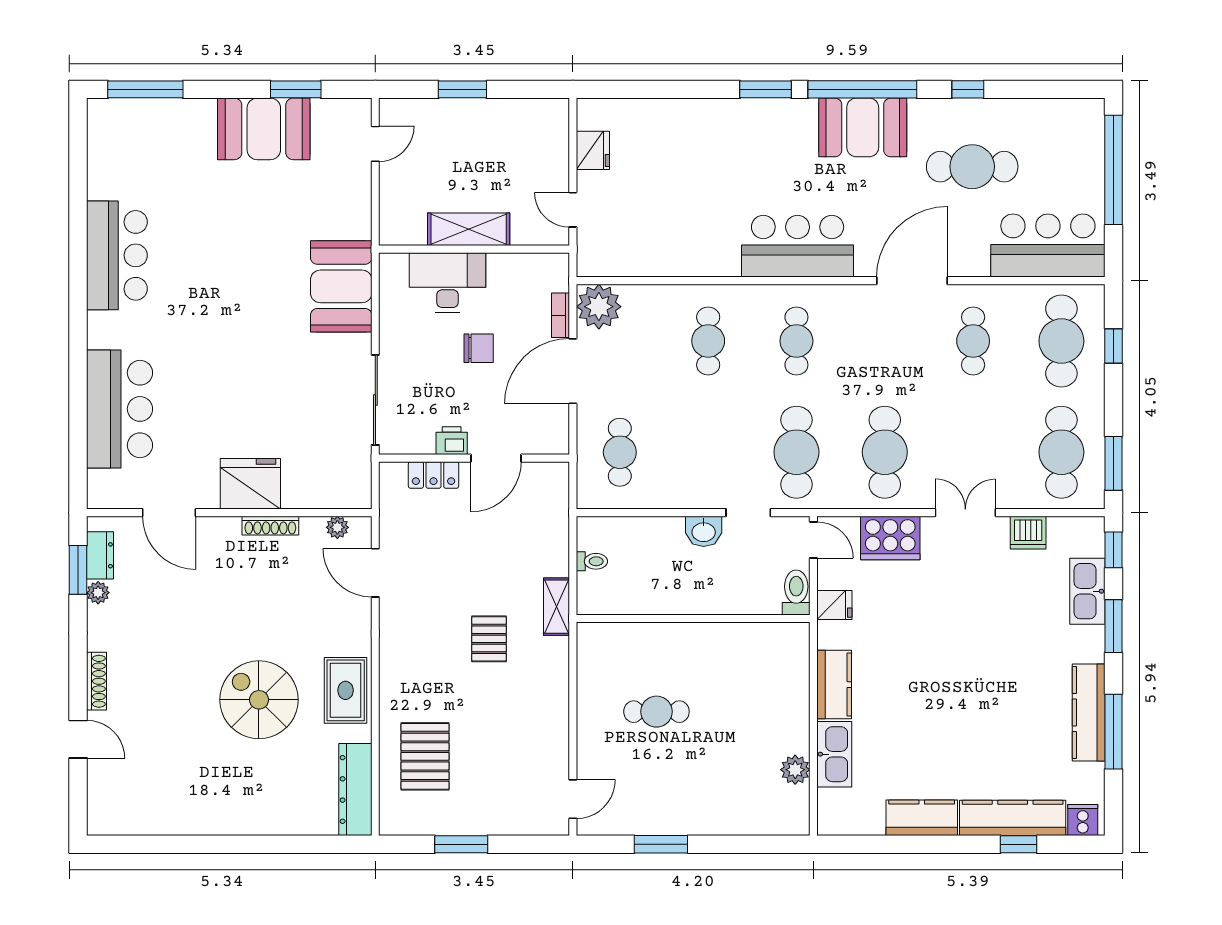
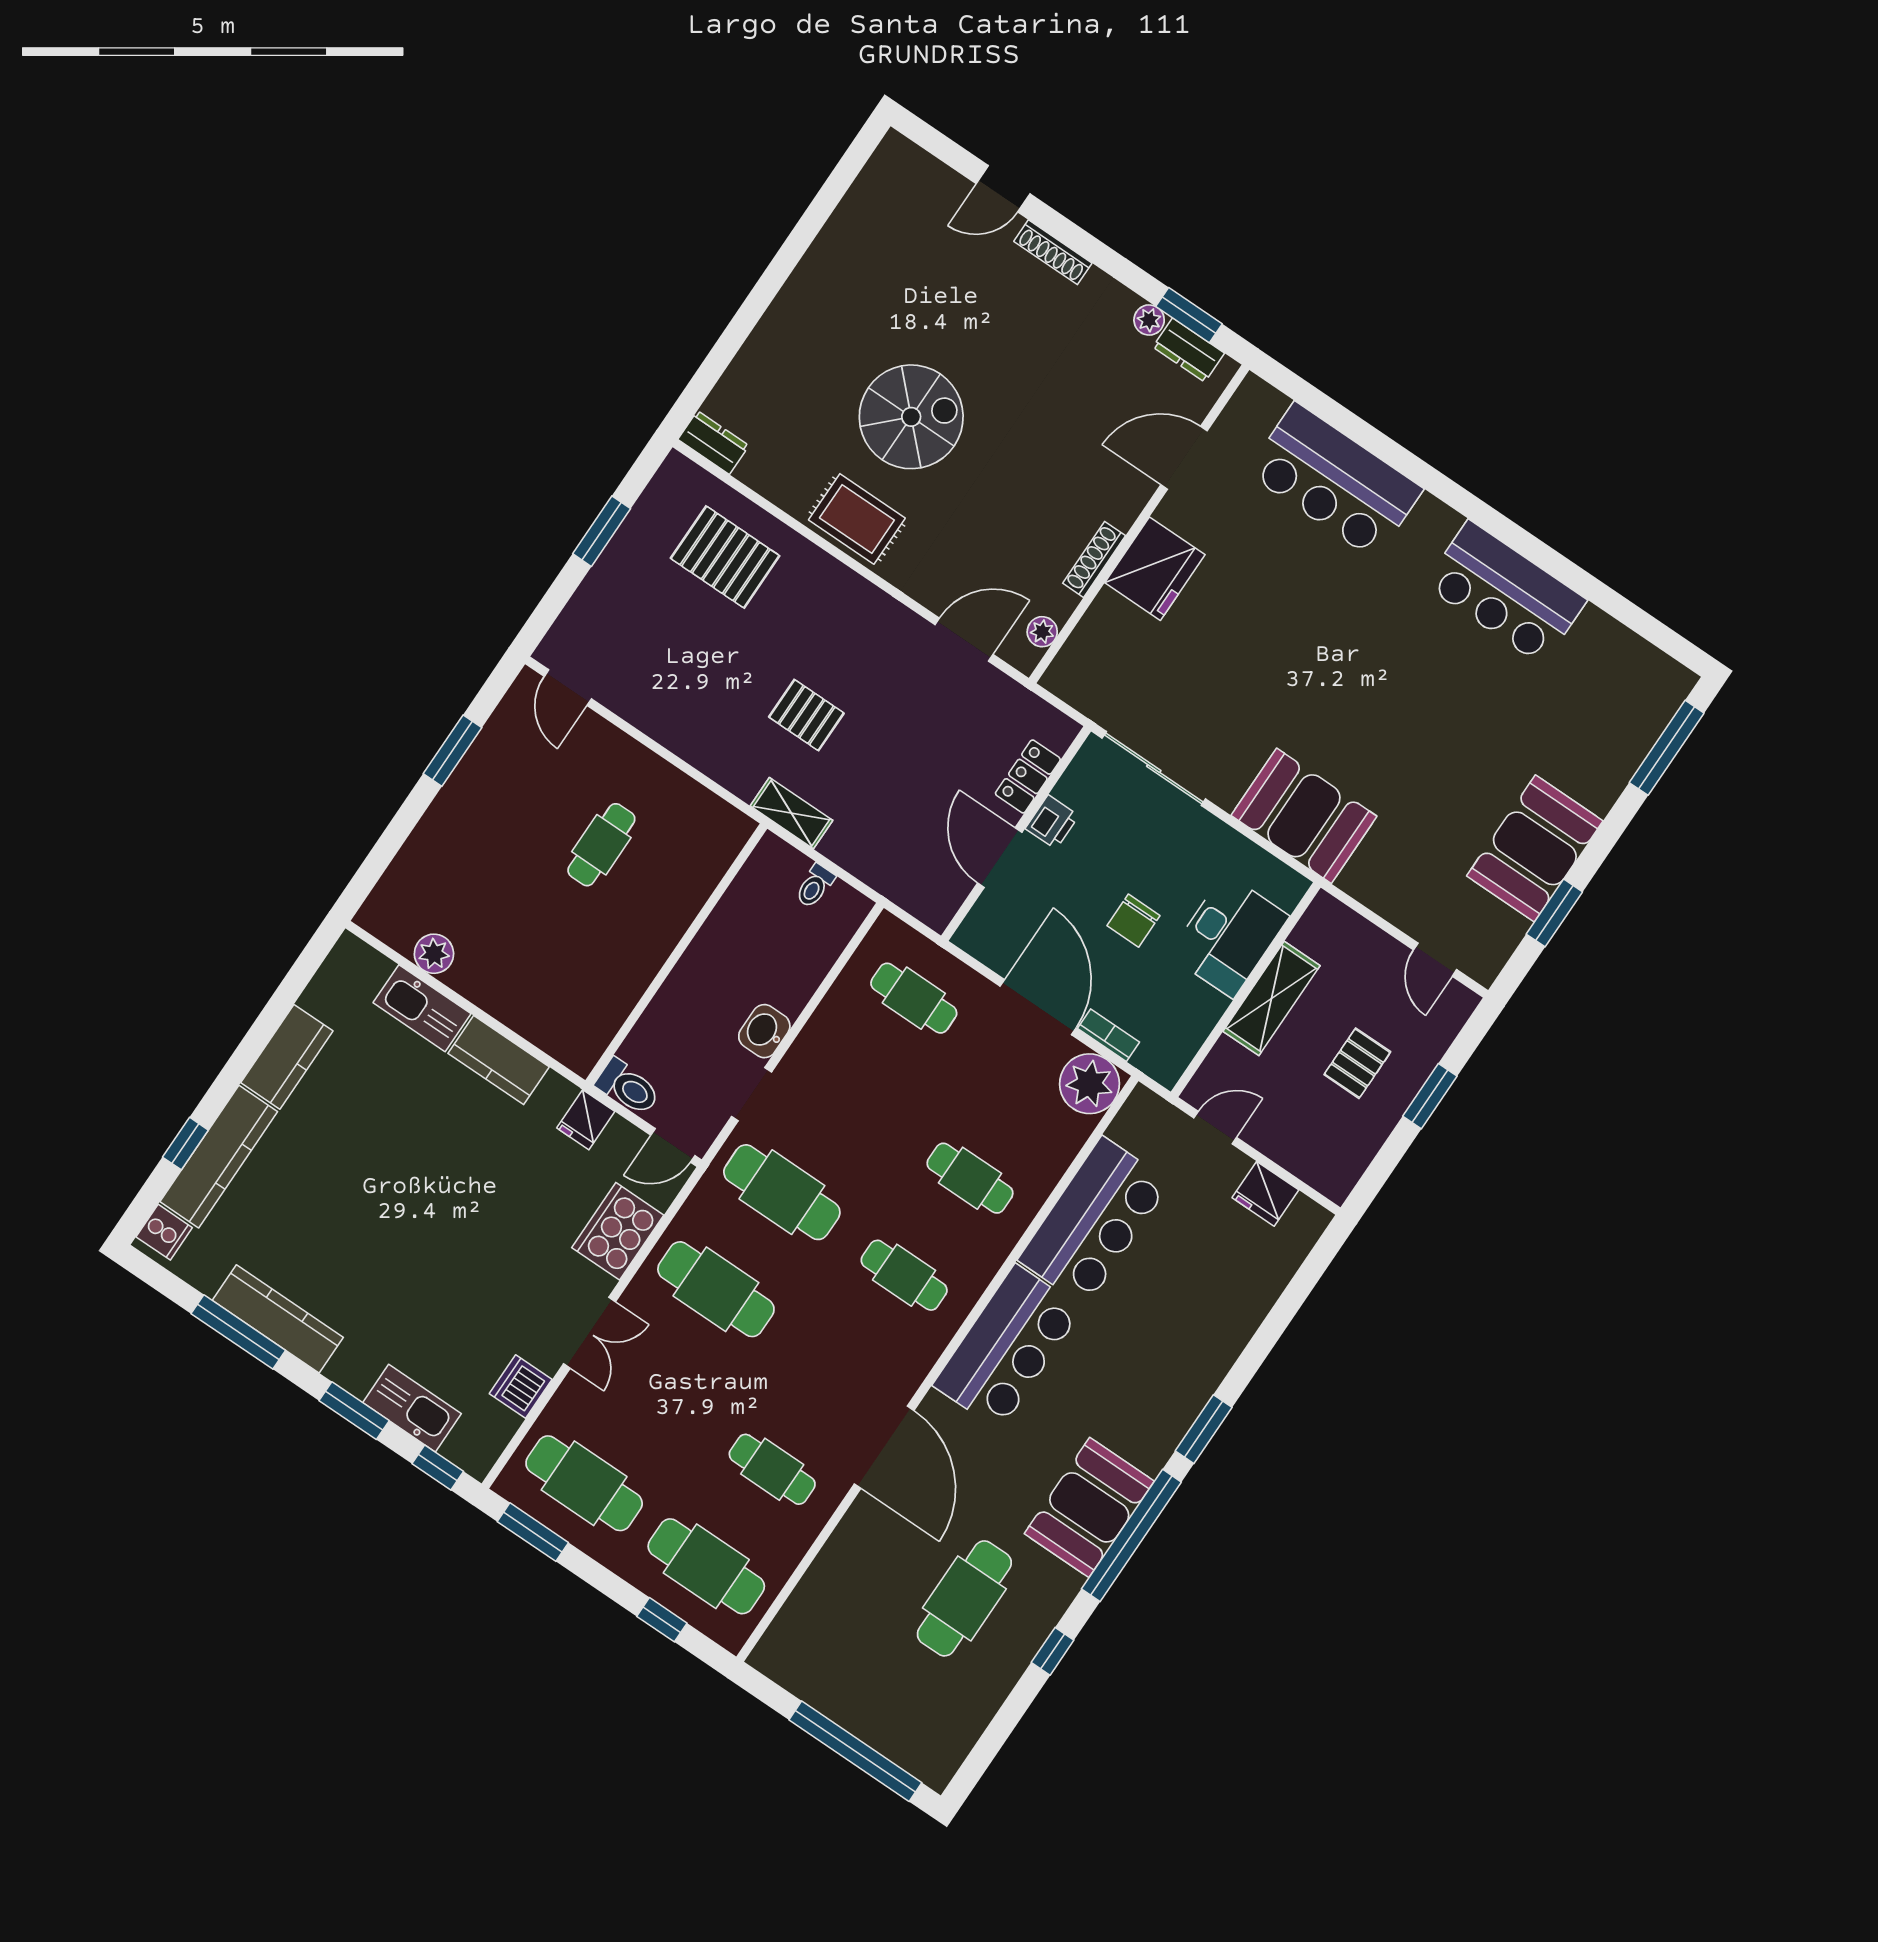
pallet: (473, 148) -> (1357, 1063), added
bar counter: (1048, 246) -> (1094, 1221), moved
dresser: (355, 789) -> (713, 443), width x0.51, depth x0.80

